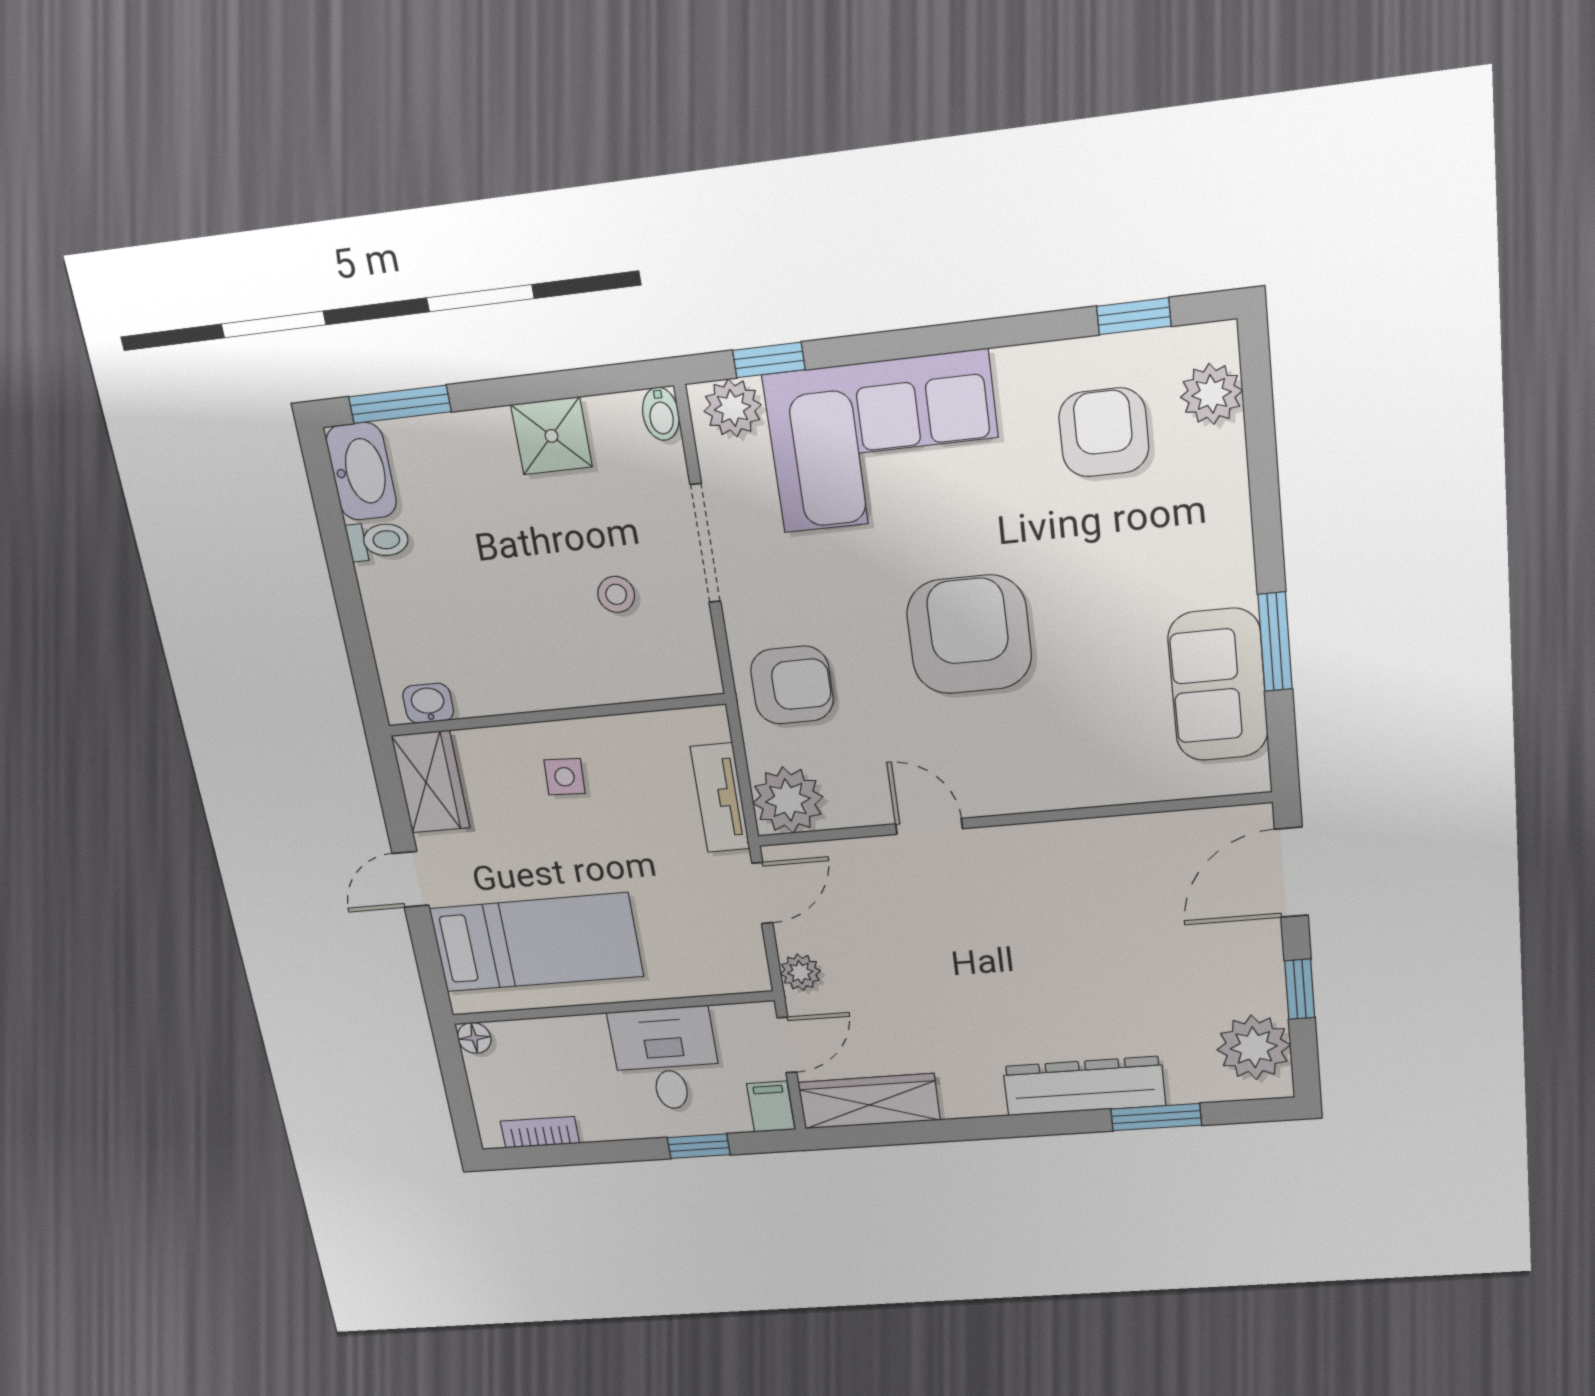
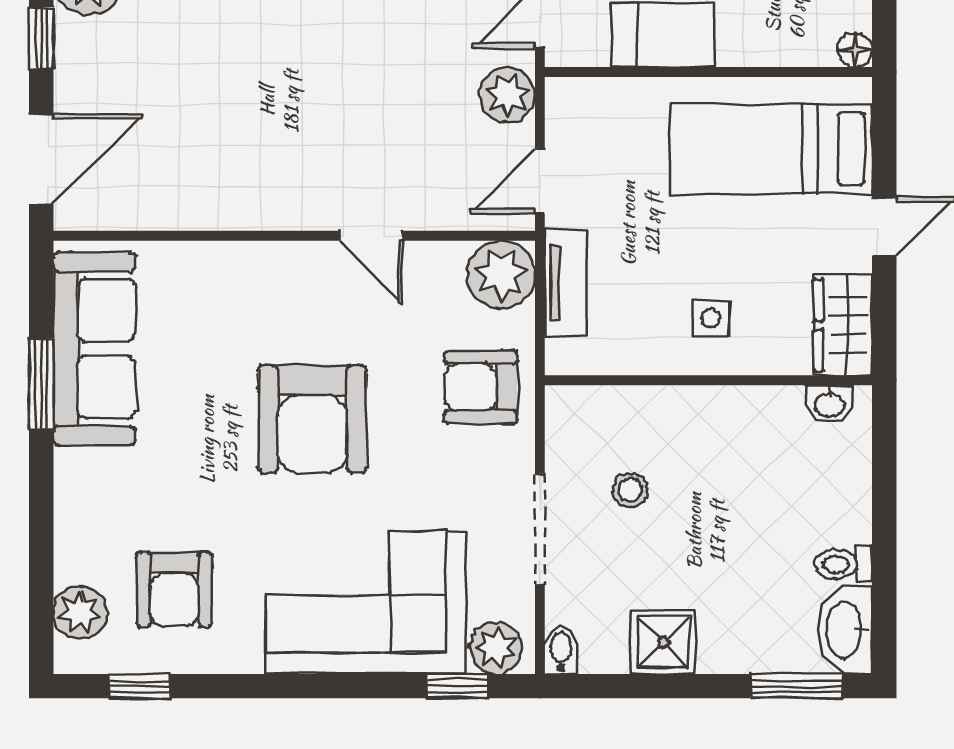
sofa: (1218, 685) -> (94, 349), width x1.36
plant: (800, 972) -> (508, 95), width x1.38, depth x1.38

